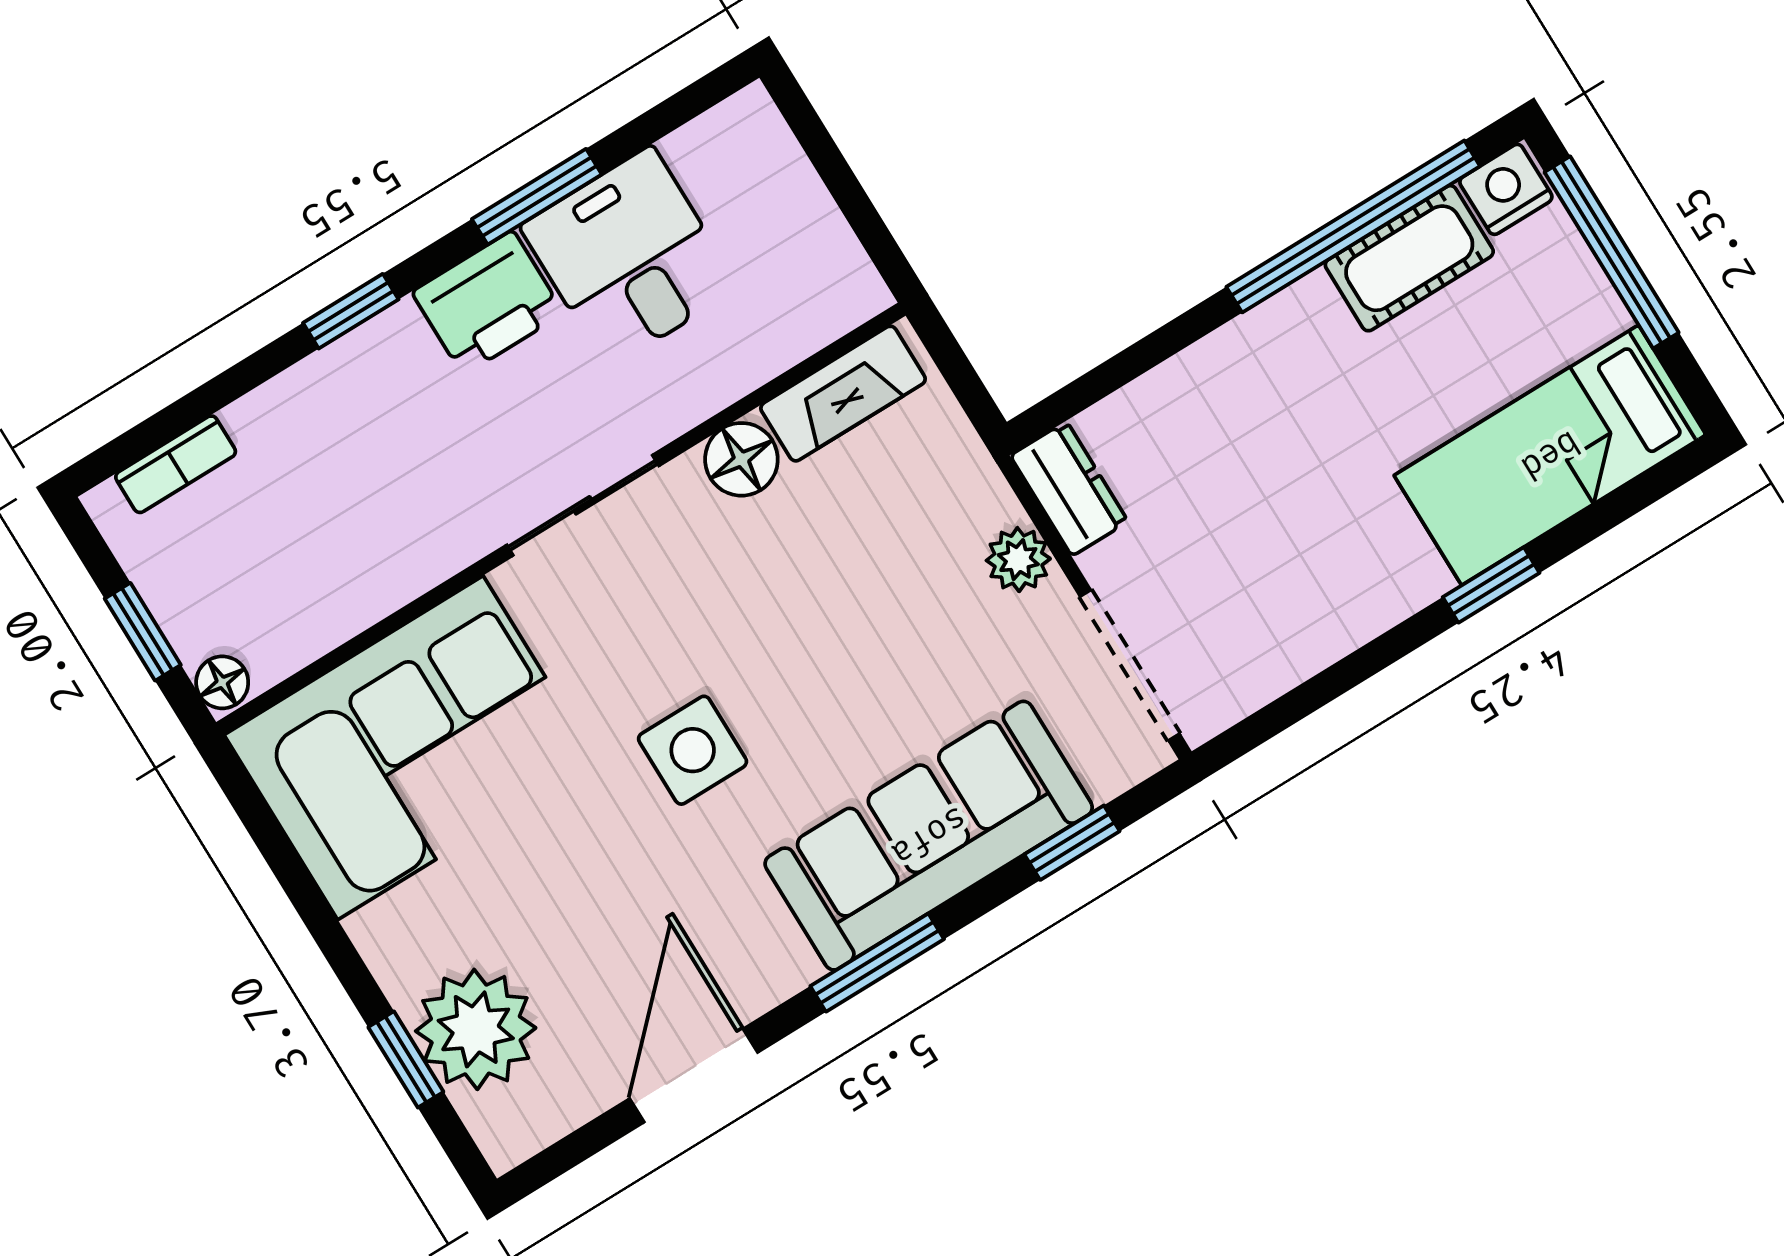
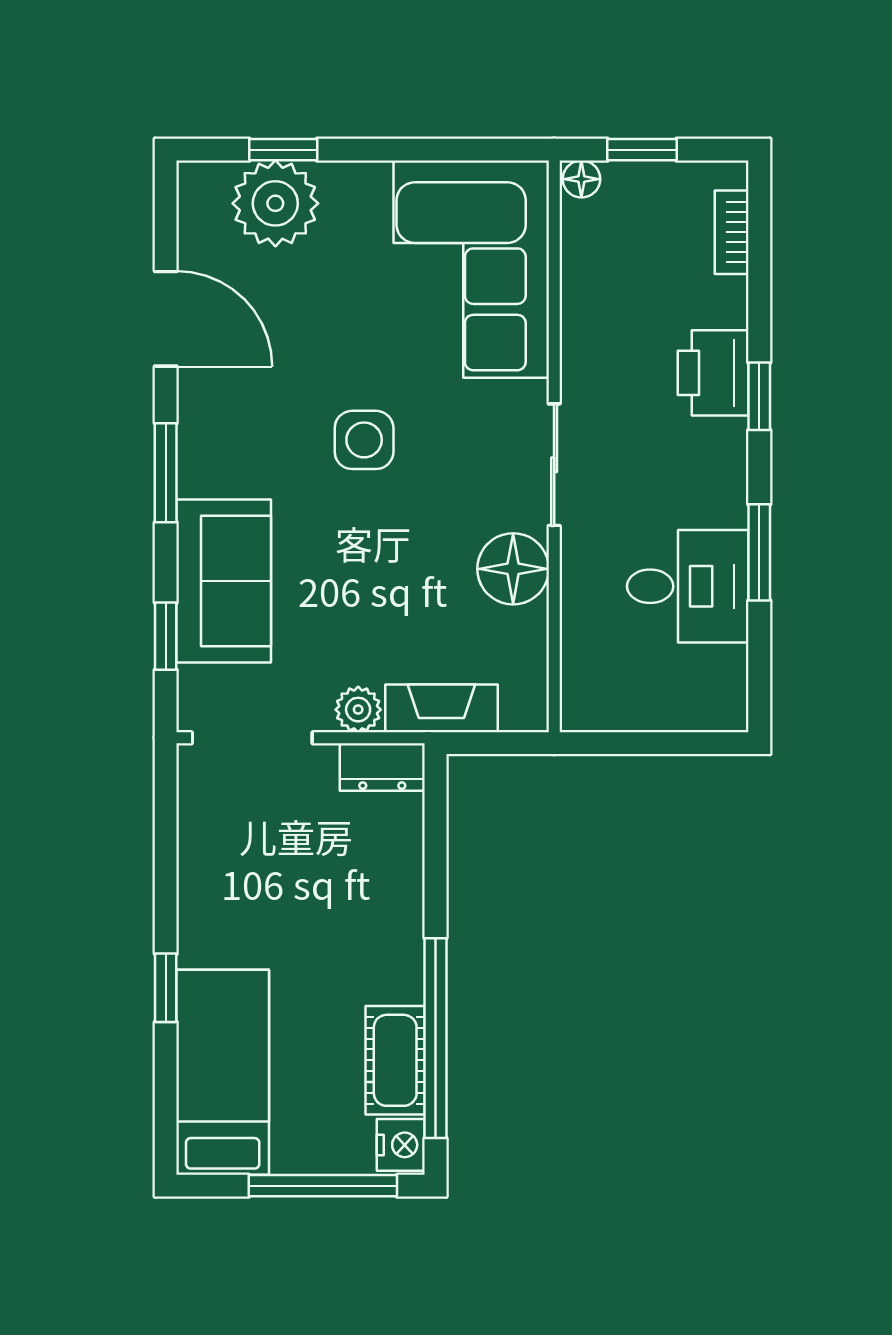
printer: (488, 303) -> (713, 373), moved
fireplace: (843, 394) -> (441, 708), moved, turned 90
floor lamp: (741, 459) -> (513, 569), width x1.38, depth x1.38
sofa: (929, 836) -> (224, 581), width x0.73

